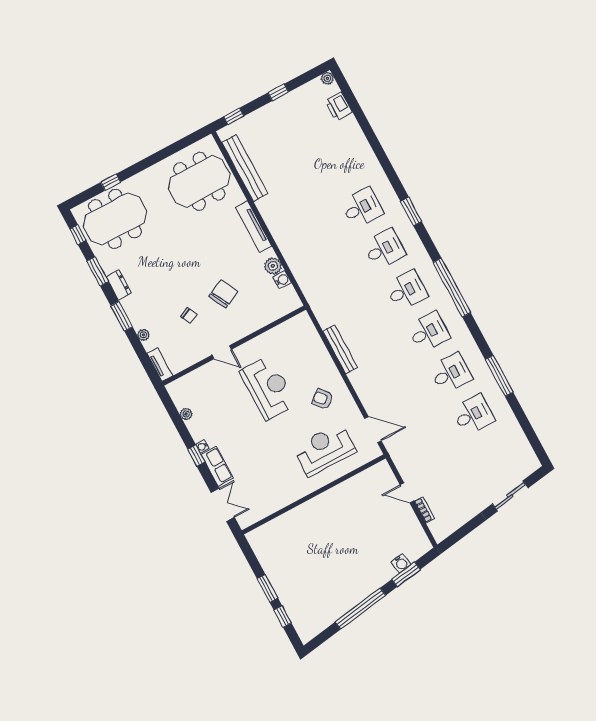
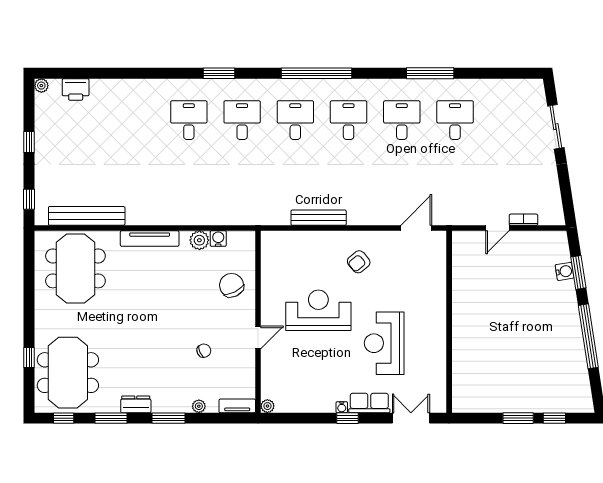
chair: (223, 294) -> (232, 285), moved
plant: (186, 414) -> (267, 406), moved
reception desk: (324, 449) -> (384, 343), moved

